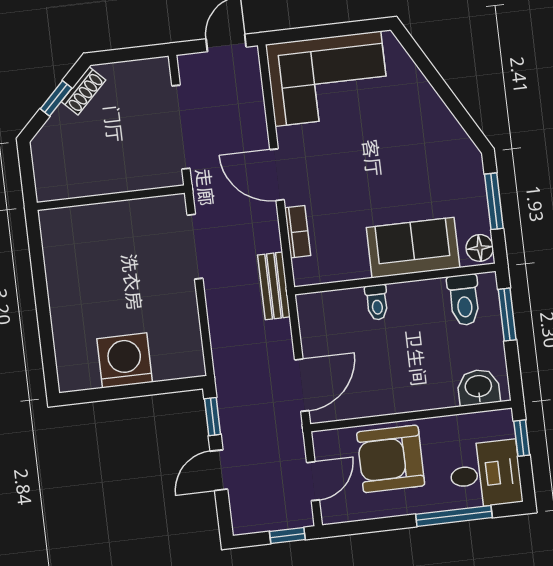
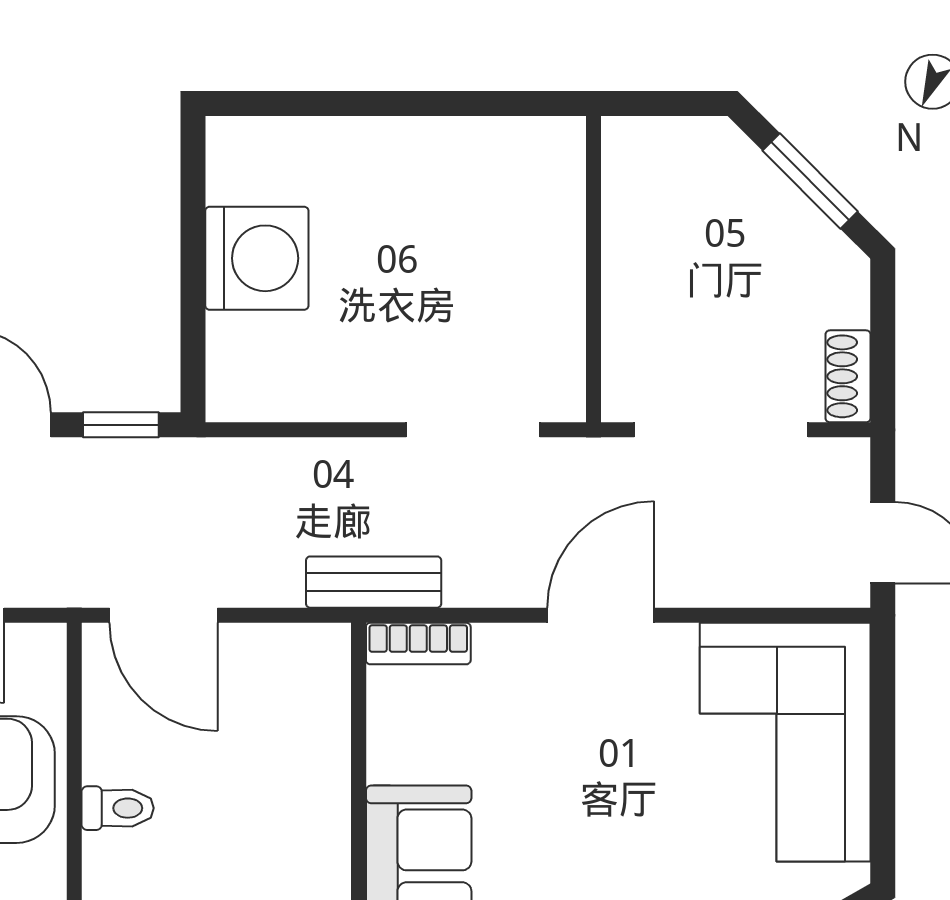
shoe rack: (83, 91) -> (848, 376), moved, turned 45
window: (56, 98) -> (810, 181), width x1.50
bookcase: (298, 232) -> (418, 644), moved
toilet: (377, 302) -> (118, 808), moved, turned 180

